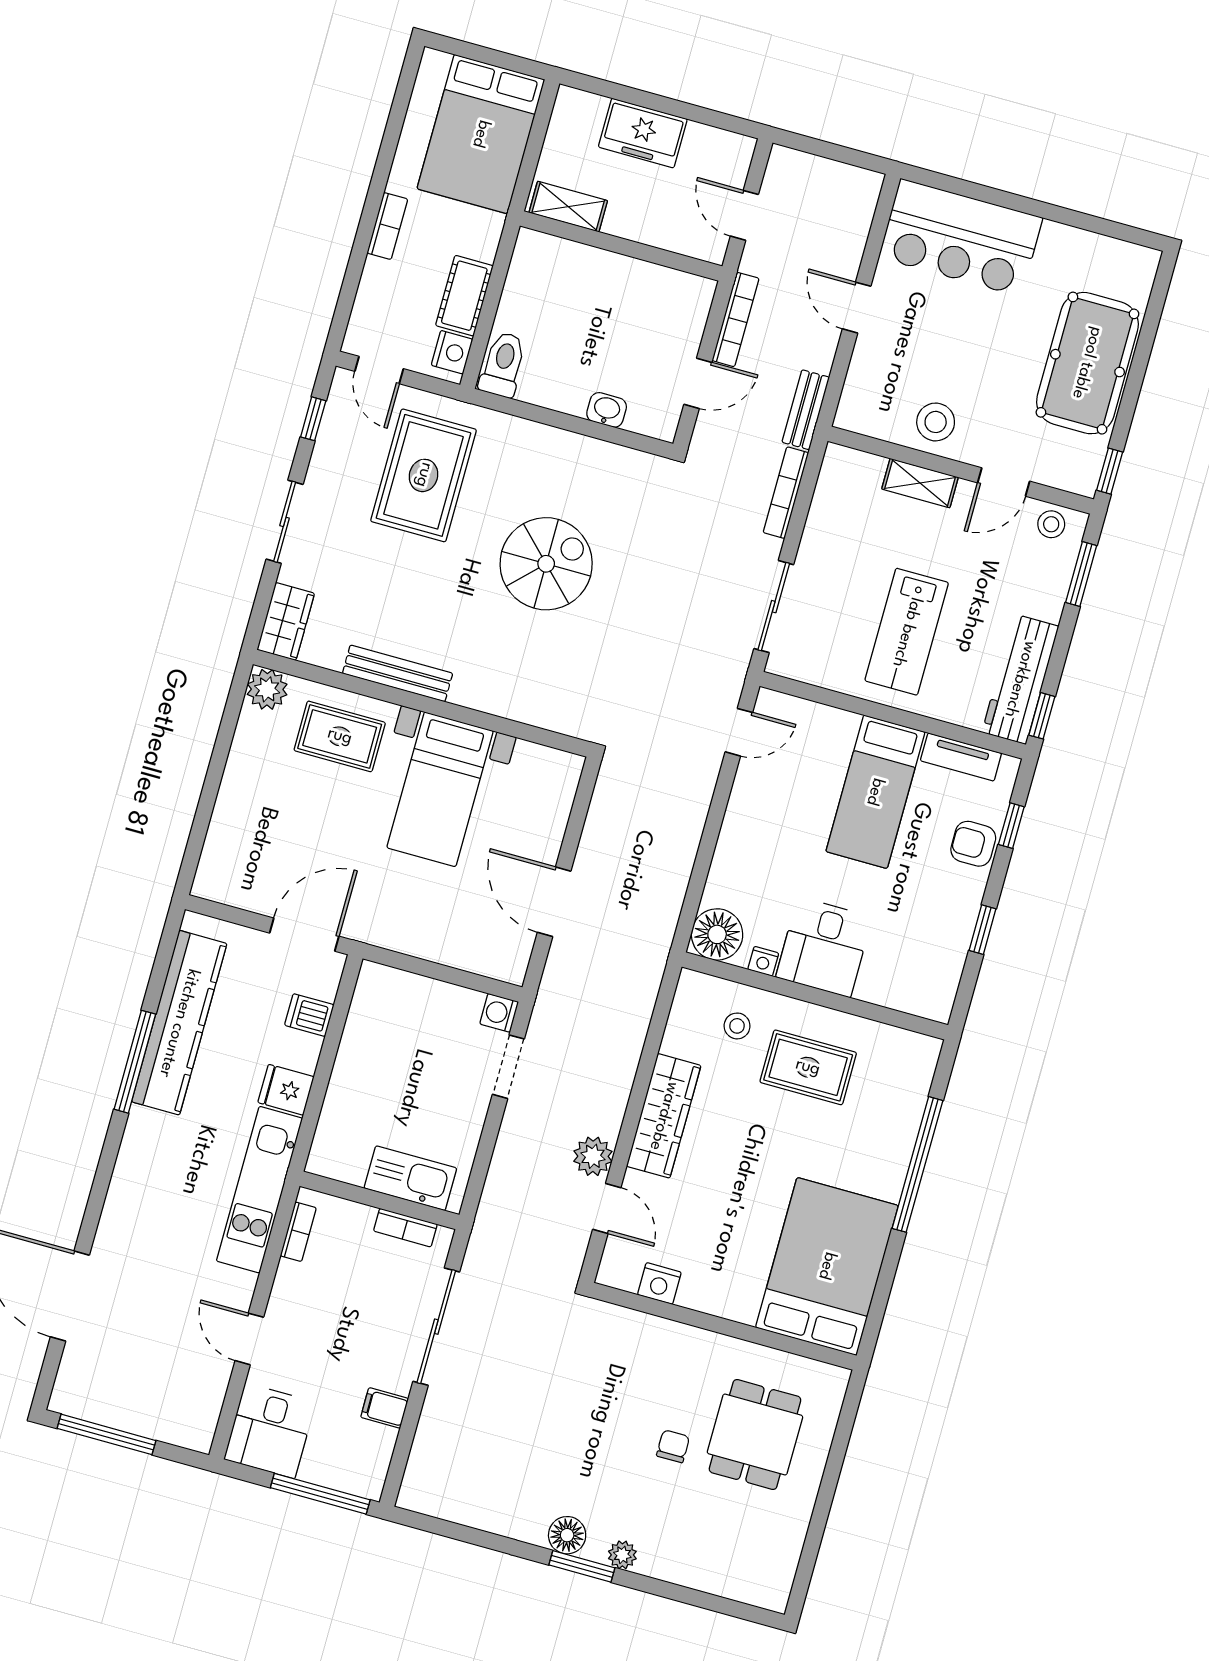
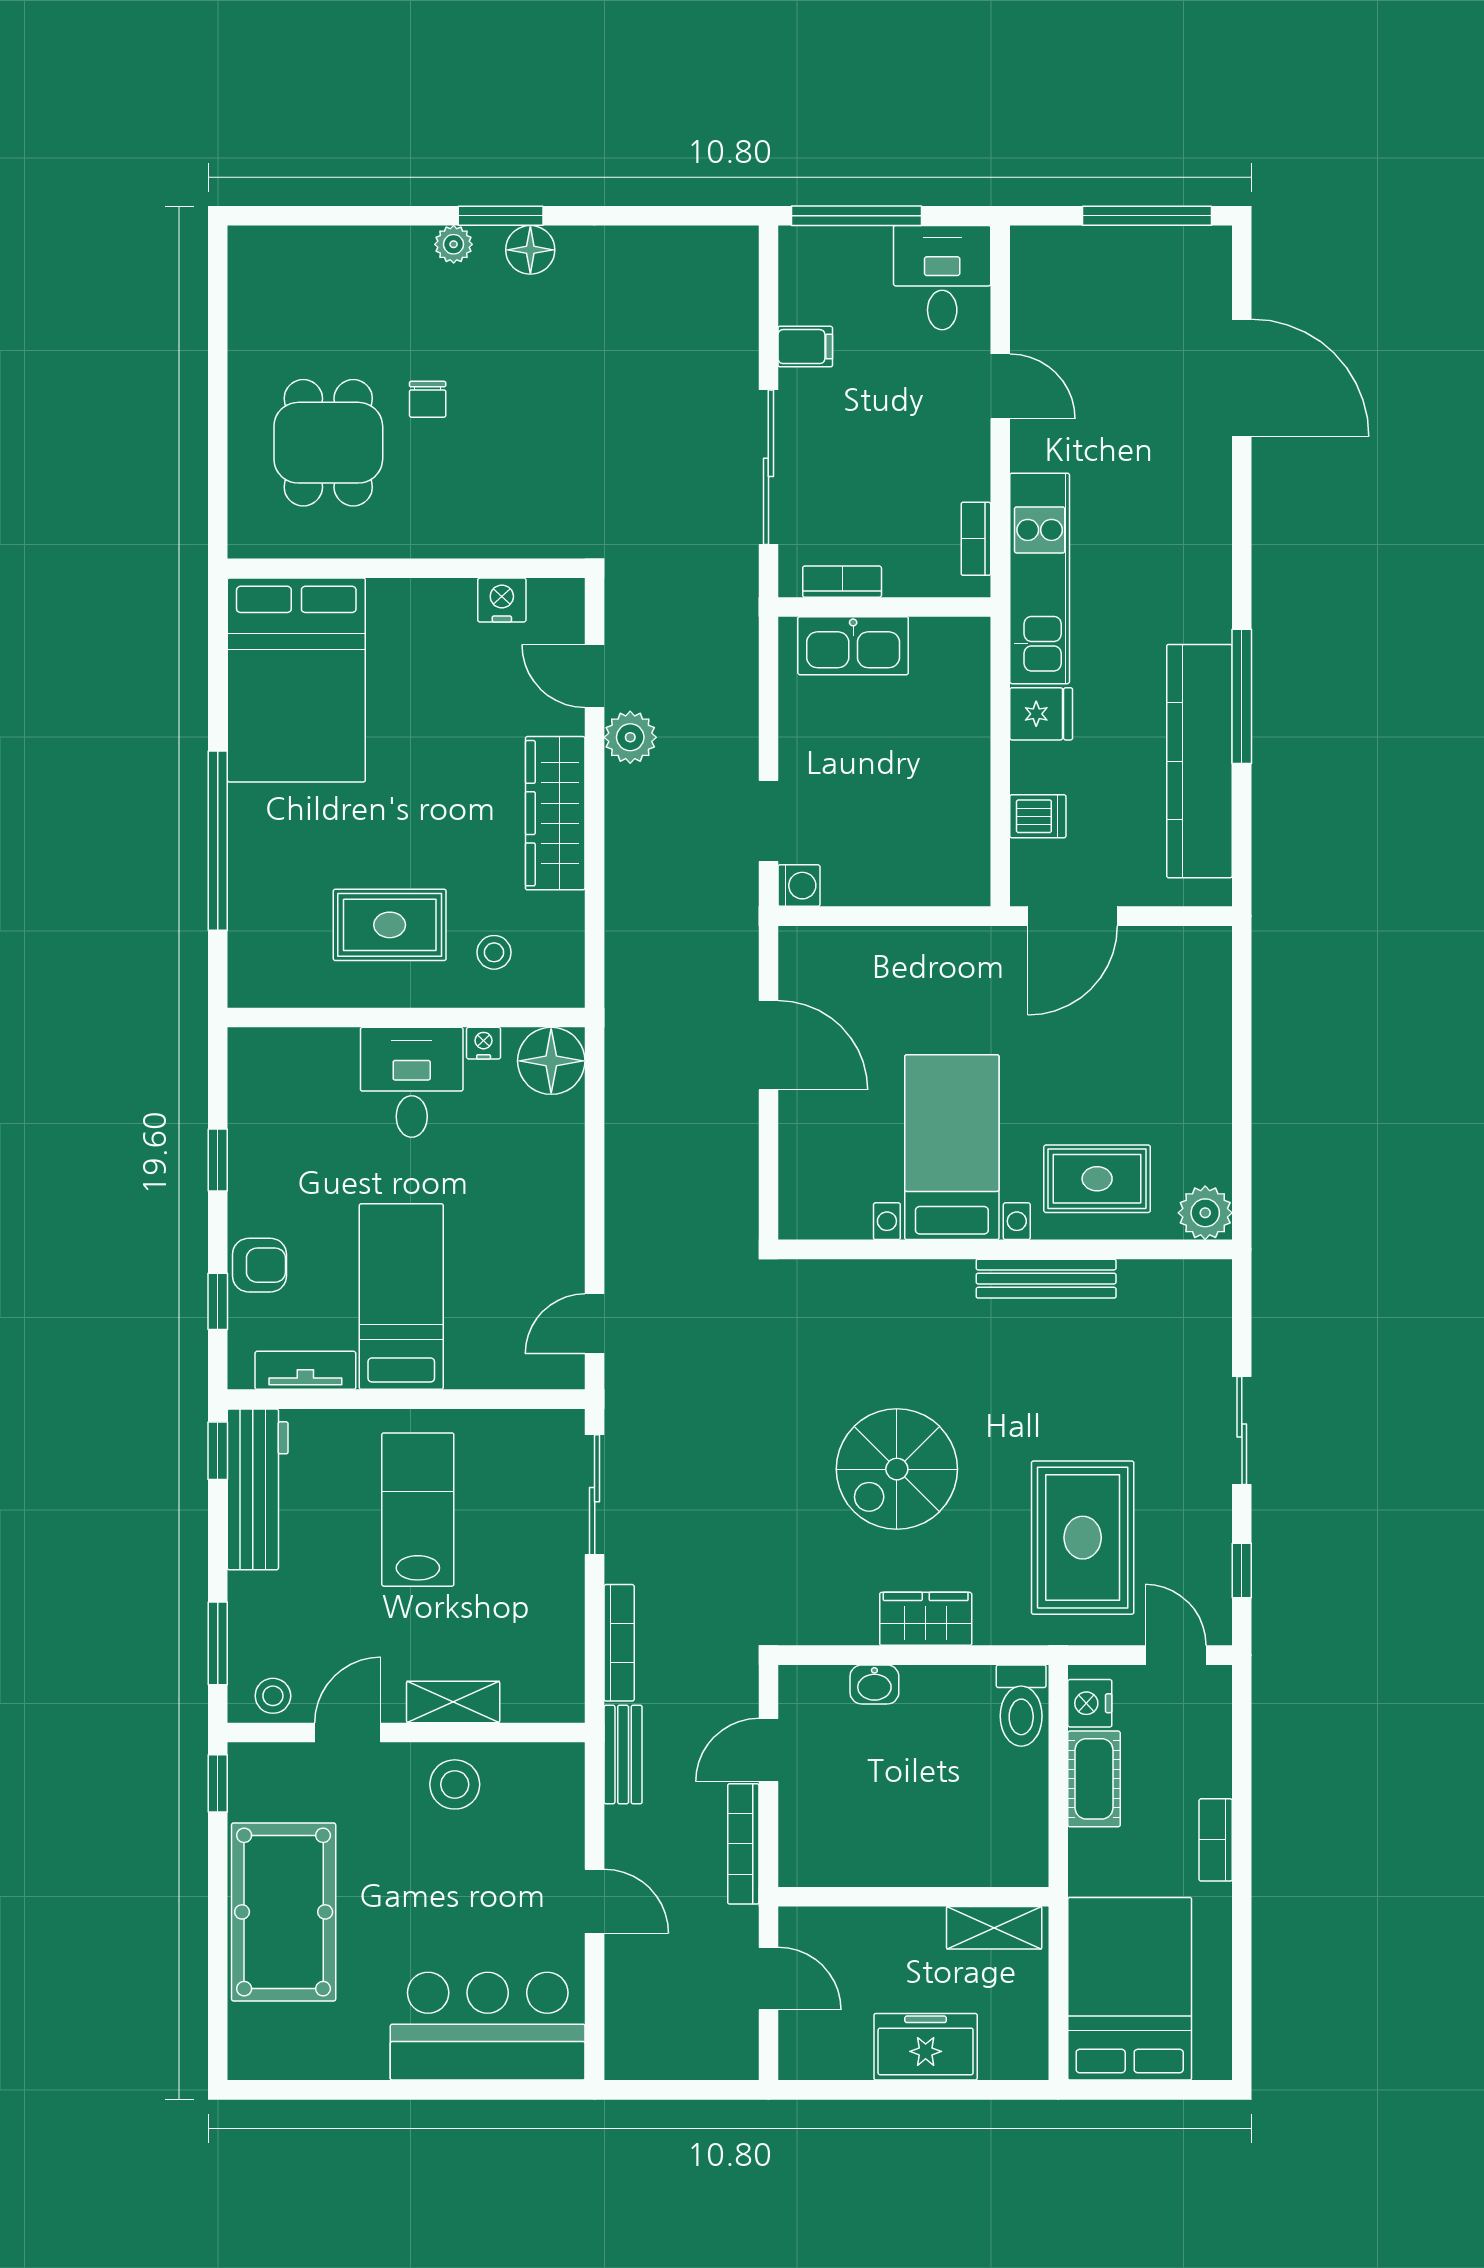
wardrobe: (286, 621) -> (926, 1619), moved, turned 90

